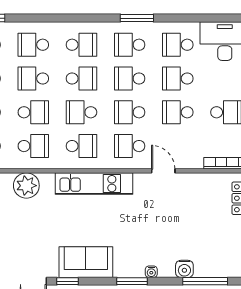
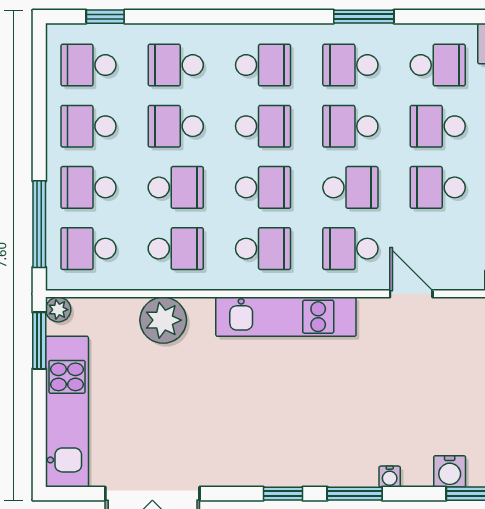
school desk: (178, 45) -> (438, 65), turned 180
school desk: (81, 112) -> (263, 187), turned 180
school desk: (130, 112) -> (350, 187), turned 180
sofa: (86, 262) -> (271, 459), removed
window: (67, 281) -> (283, 494), moved

